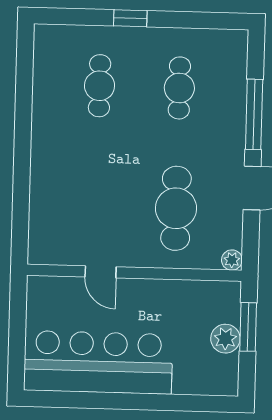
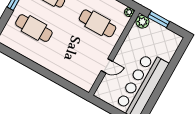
cafe table: (100, 86) -> (34, 28), width x1.37, depth x1.35
plant: (225, 339) -> (142, 22), moved

